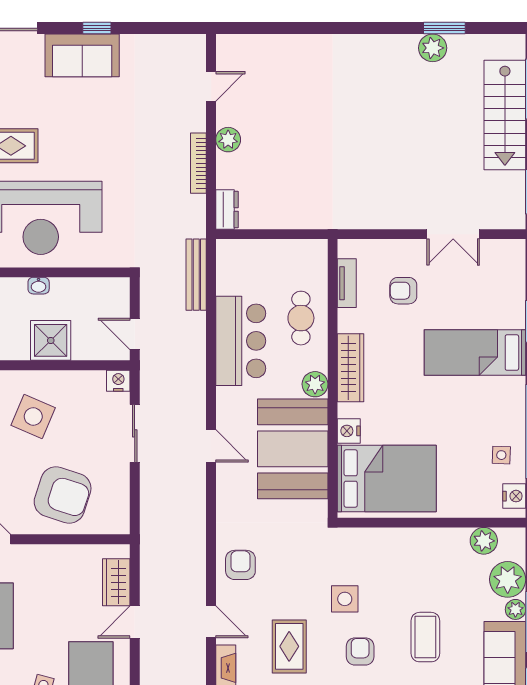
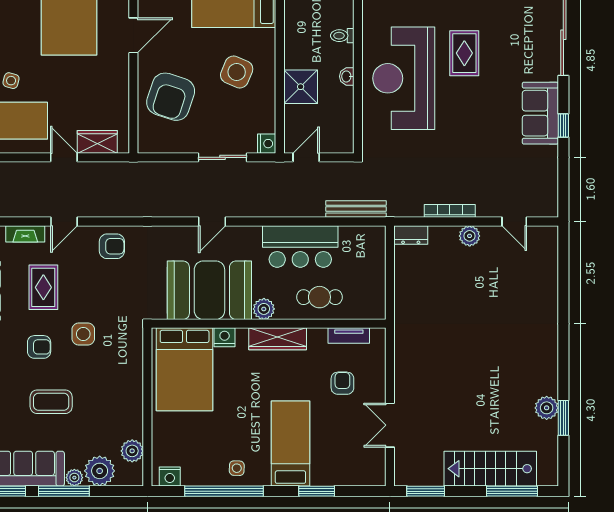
side table: (501, 455) -> (237, 468), moved
rug: (289, 646) -> (43, 287), turned 90

